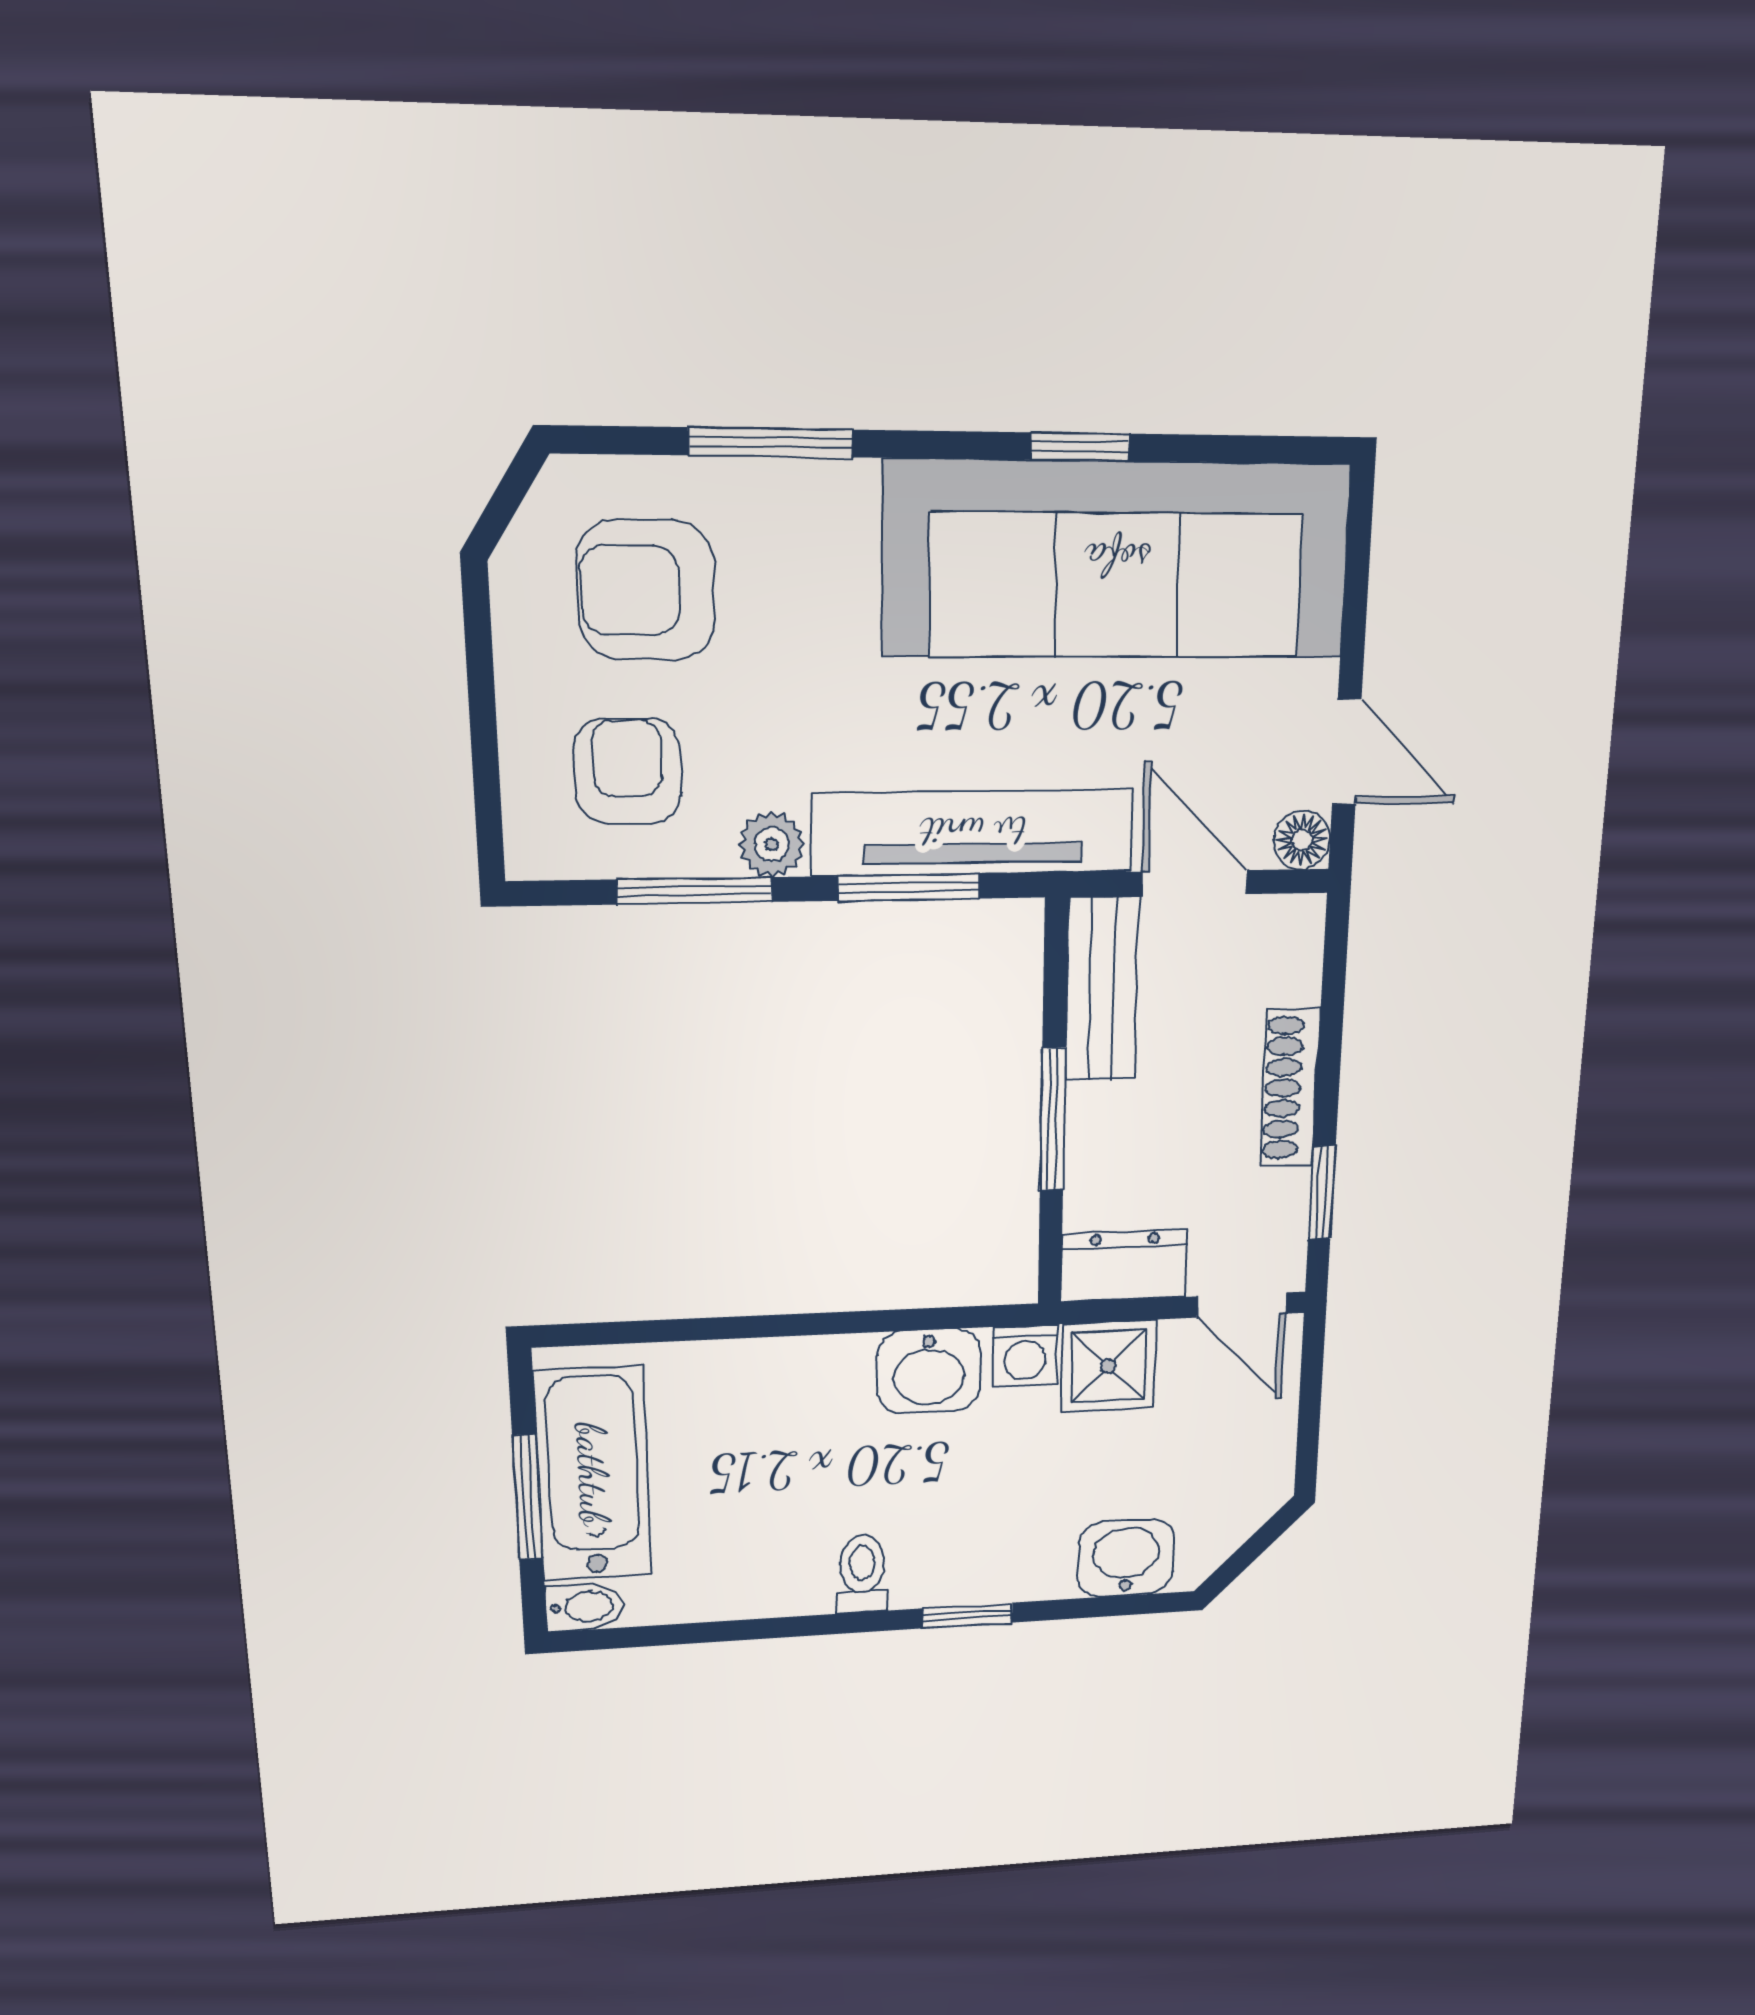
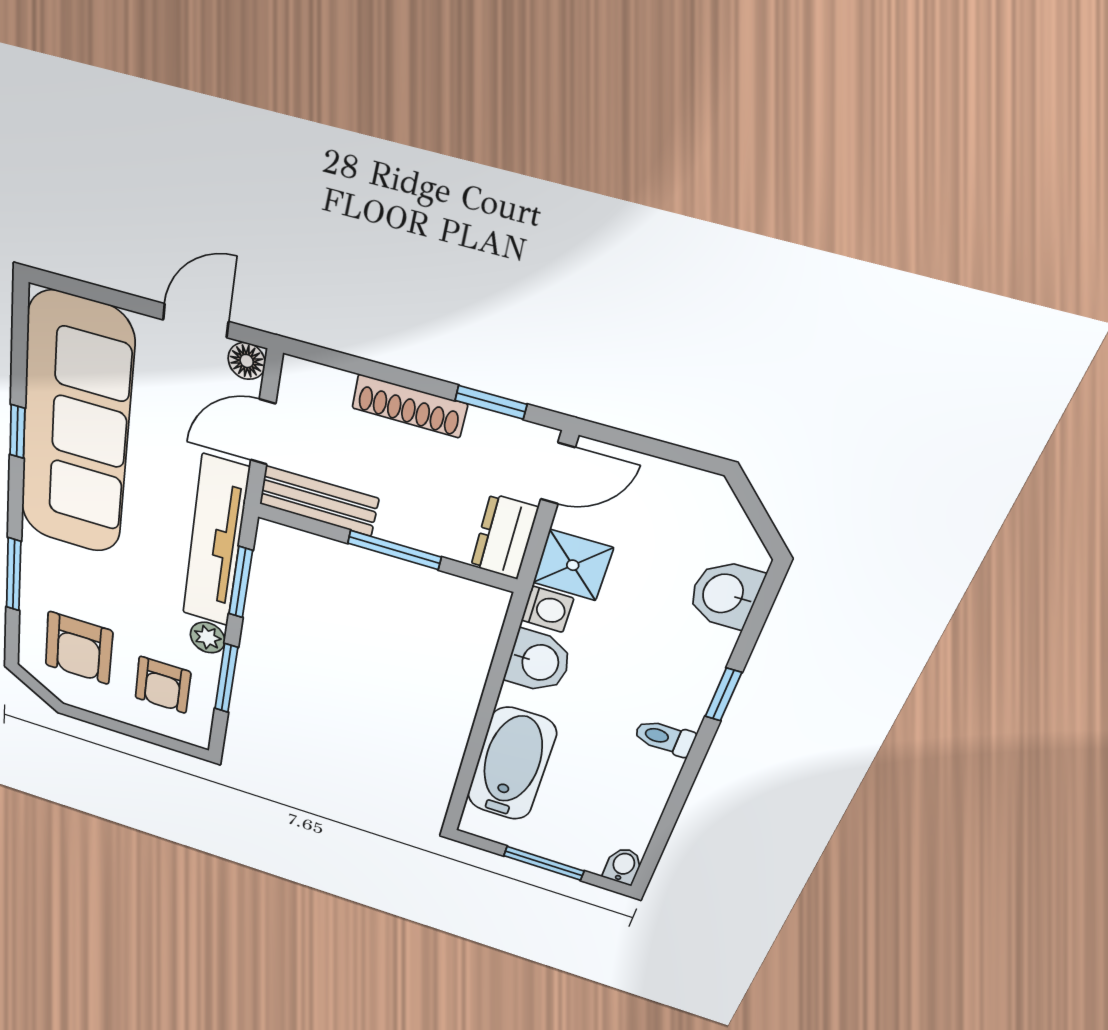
armchair: (628, 771) -> (163, 685), turned -90
bathtub: (593, 1474) -> (511, 764), moved, turned 90

